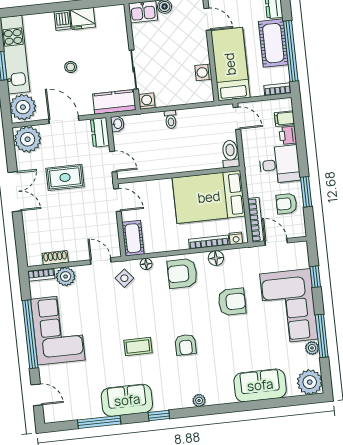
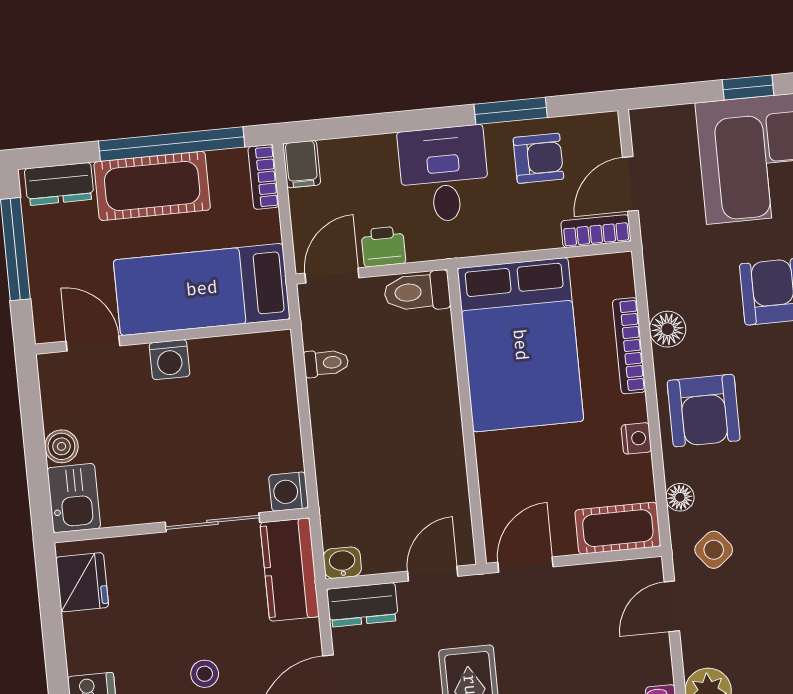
fridge: (83, 18) -> (82, 582), moved
door: (207, 19) -> (93, 343), hinge flipped
washing machine: (203, 72) -> (169, 360), moved
toilet: (171, 119) -> (326, 363), moved
filing cabinet: (284, 119) -> (302, 164), moved
printer: (288, 135) -> (383, 246), moved, turned 180
armchair: (286, 204) -> (538, 158), turned -90
bookcase: (256, 220) -> (596, 231), width x0.64
nightstand: (236, 238) -> (636, 438), moved
window: (315, 277) -> (748, 88), moved

